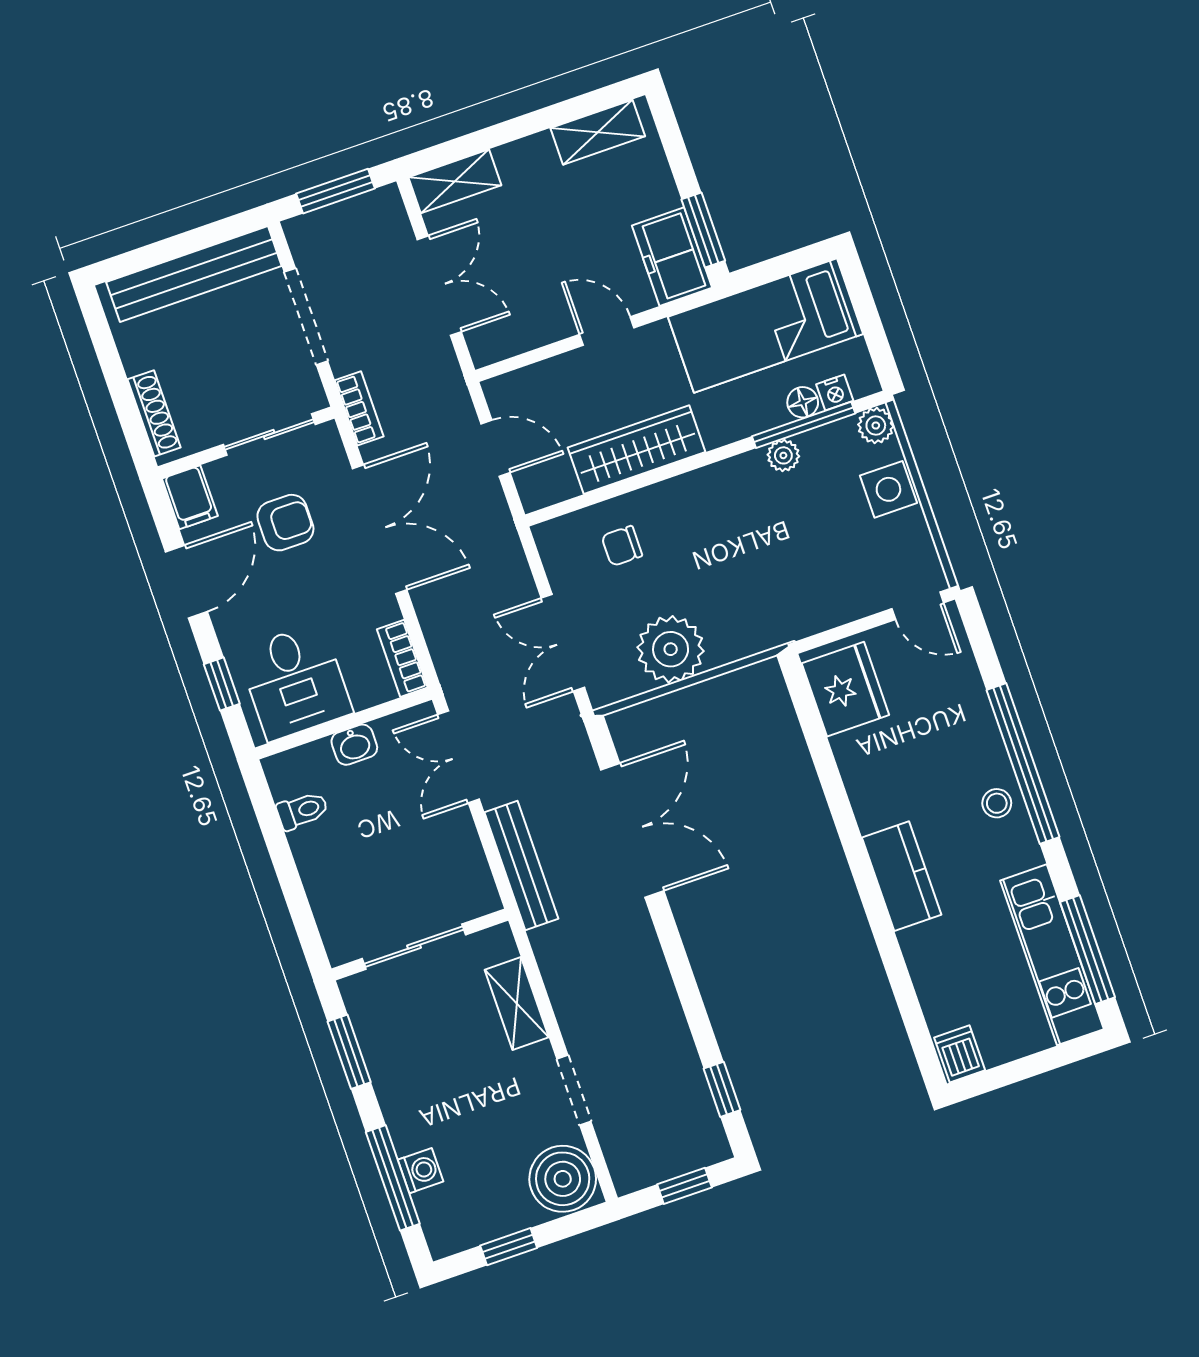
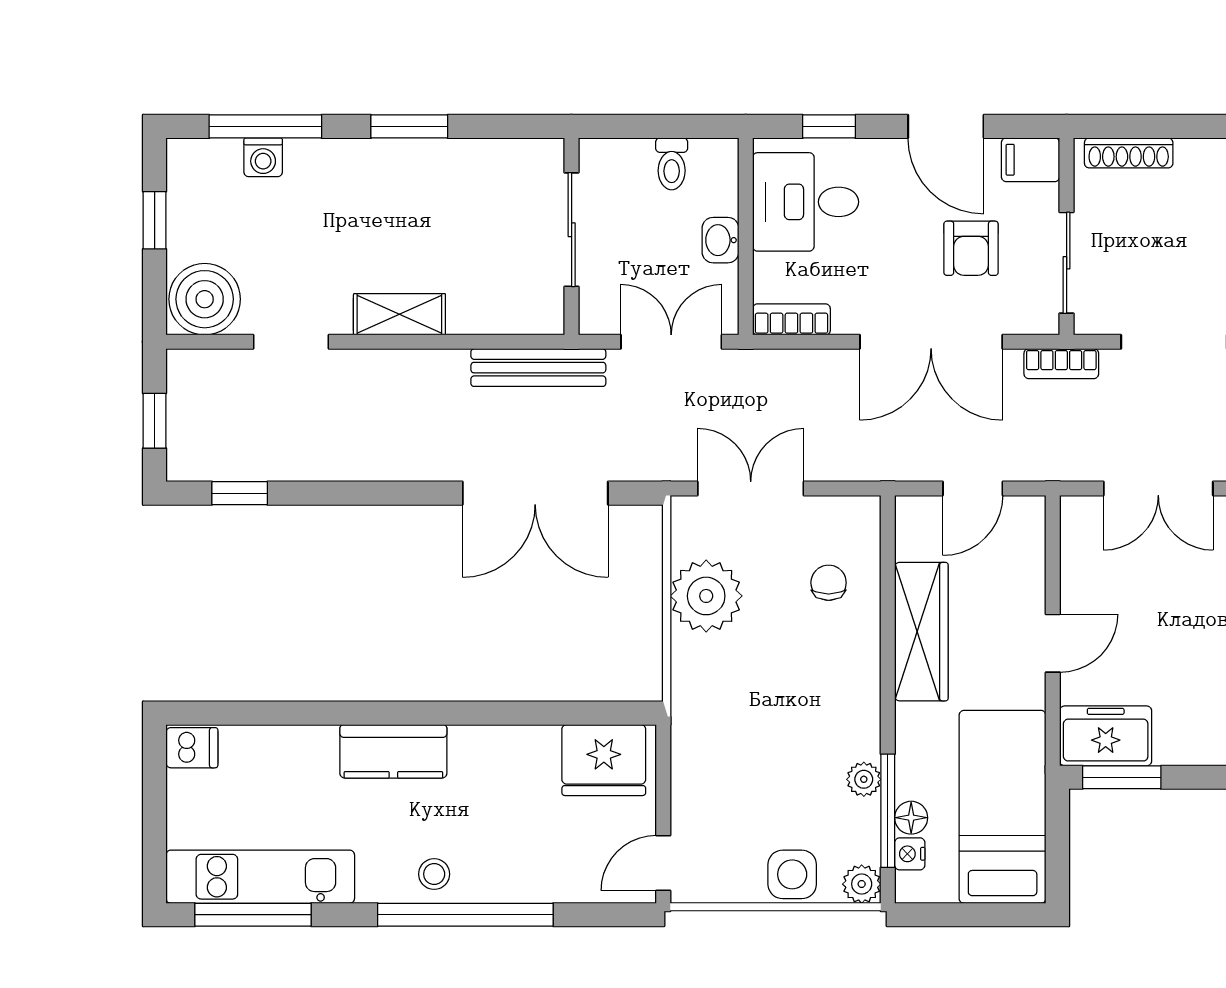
wall: (420, 945) -> (572, 236), moved
sliding door: (414, 947) -> (572, 230), moved

